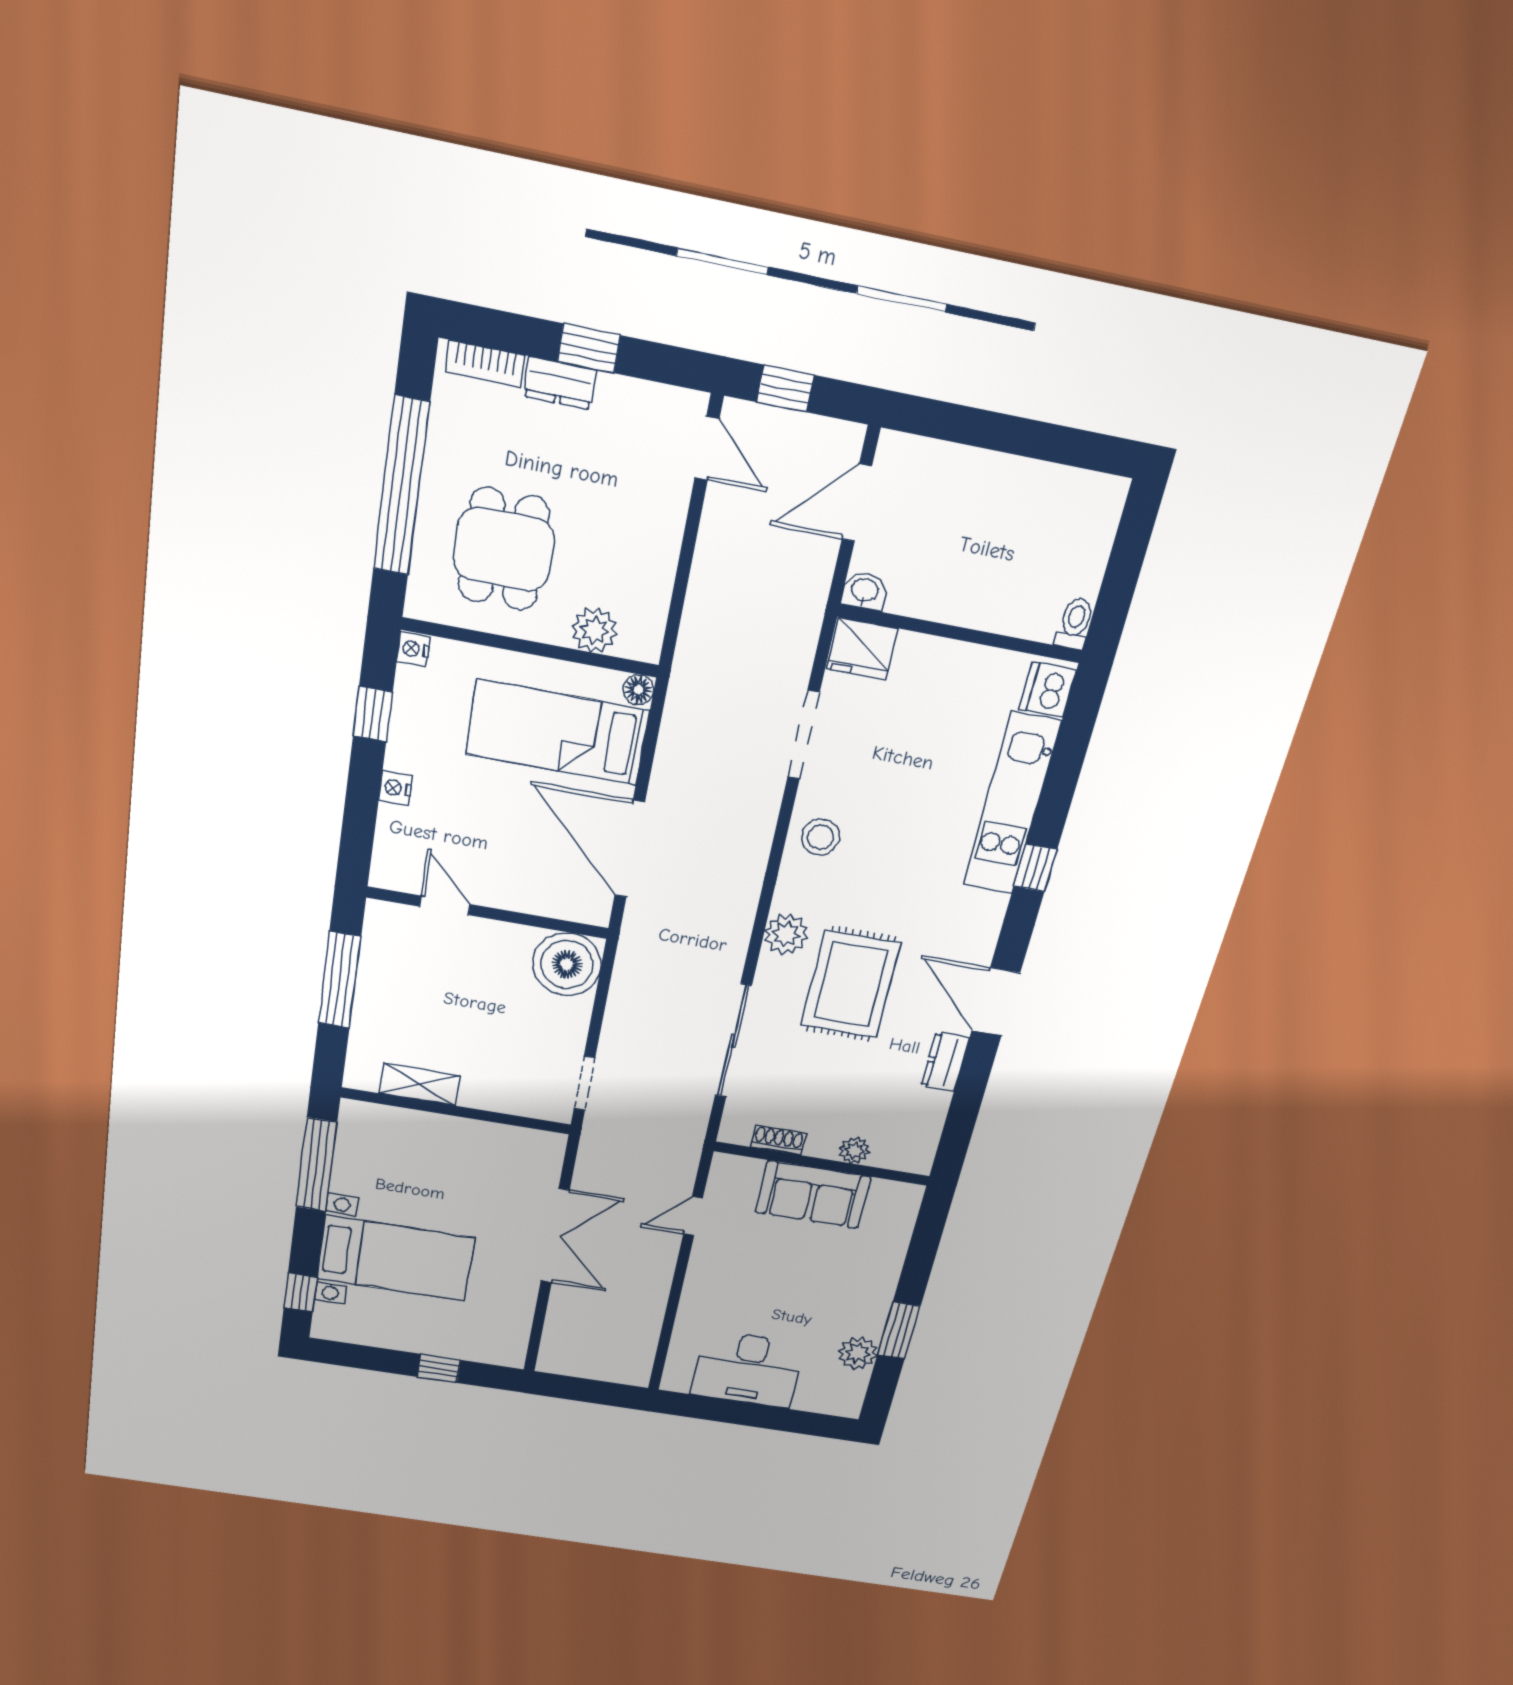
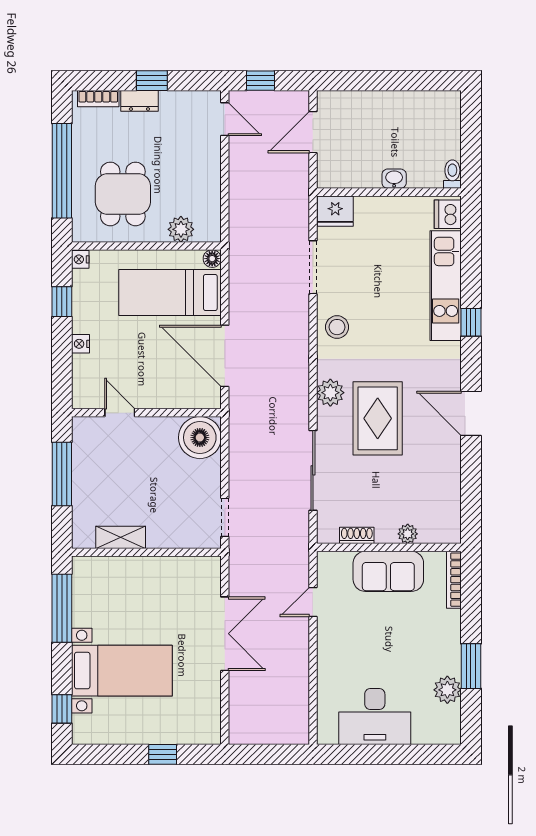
washbasin: (865, 591) -> (394, 179), moved
dresser: (945, 1062) -> (450, 460), removed
bookcase: (905, 1220) -> (454, 580), added

